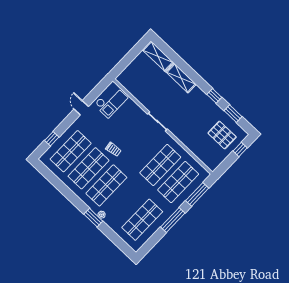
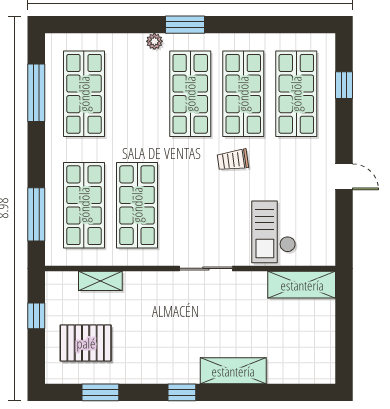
shelving: (158, 56) -> (302, 285), moved
window: (214, 96) -> (182, 392), moved
checkout: (111, 101) -> (274, 232), moved
window: (240, 149) -> (36, 316), moved
shelving: (197, 151) -> (100, 281), added
window: (93, 218) -> (185, 25), moved
window: (173, 220) -> (36, 93), moved

